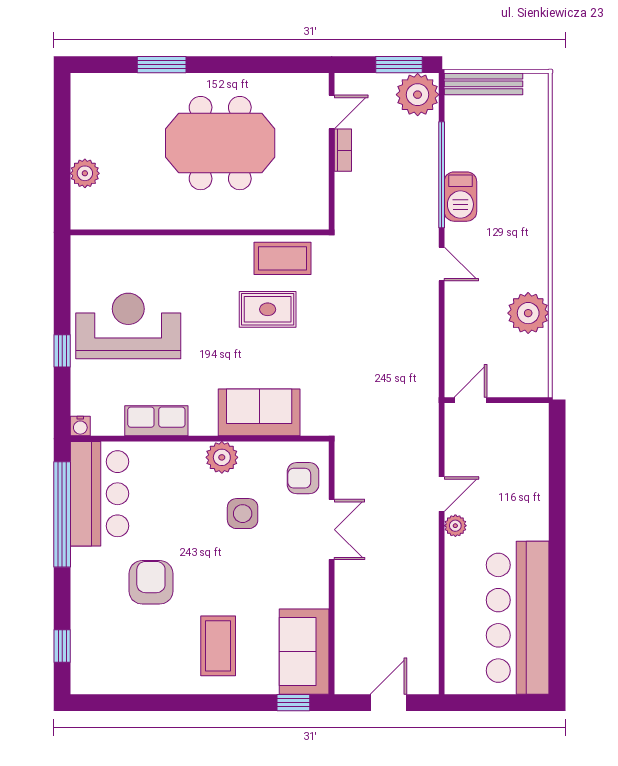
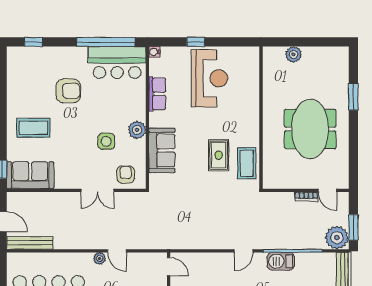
bench: (427, 652) -> (30, 243), added

